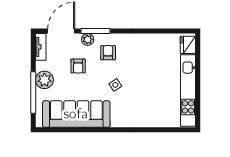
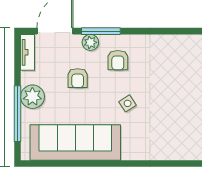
armchair: (108, 53) -> (118, 60), turned 180

